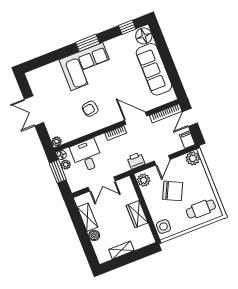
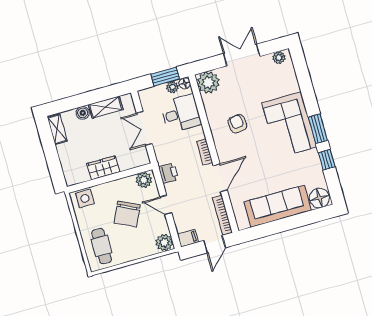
window: (127, 27) -> (327, 160), moved
plant: (33, 80) -> (279, 58), added
door: (190, 117) -> (215, 244), swing flipped
plant: (57, 141) -> (208, 82), width x1.88, depth x1.88
shelving: (121, 250) -> (57, 129), moved

